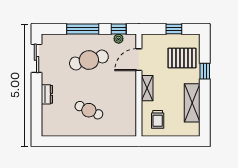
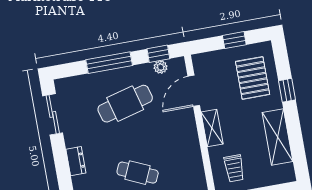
pallet: (182, 58) -> (253, 78), turned 90

